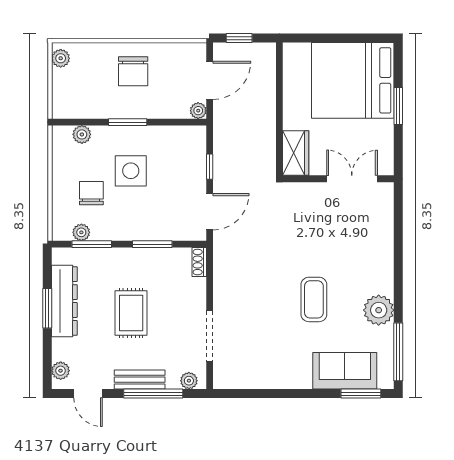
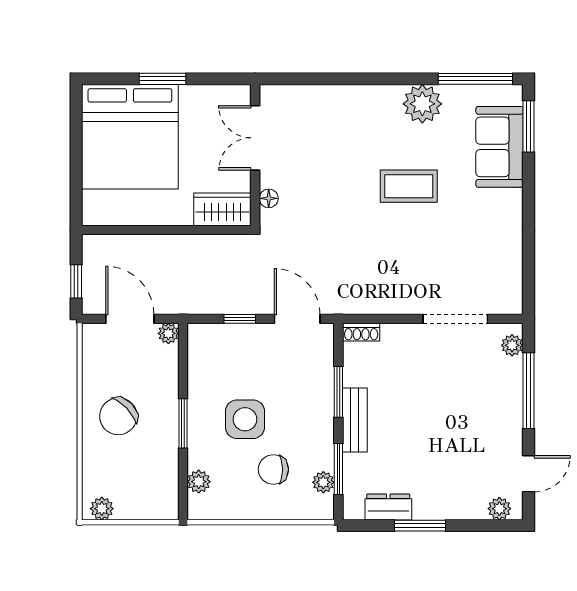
chair: (133, 71) -> (118, 416), turned 136
floor lamp: (304, 189) -> (269, 198), added
dresser: (64, 301) -> (388, 507), width x0.51, depth x0.80
rug: (131, 313) -> (426, 419), removed
bench: (140, 380) -> (355, 420), moved

